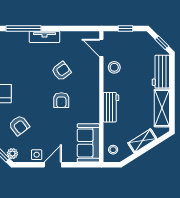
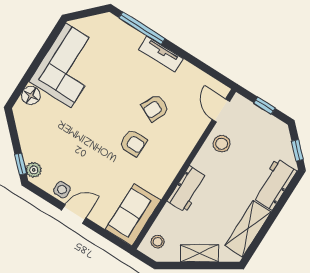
armchair: (61, 71) -> (155, 108), turned 151
armchair: (61, 100) -> (133, 143), turned -90
armchair: (19, 125) -> (63, 141), removed

